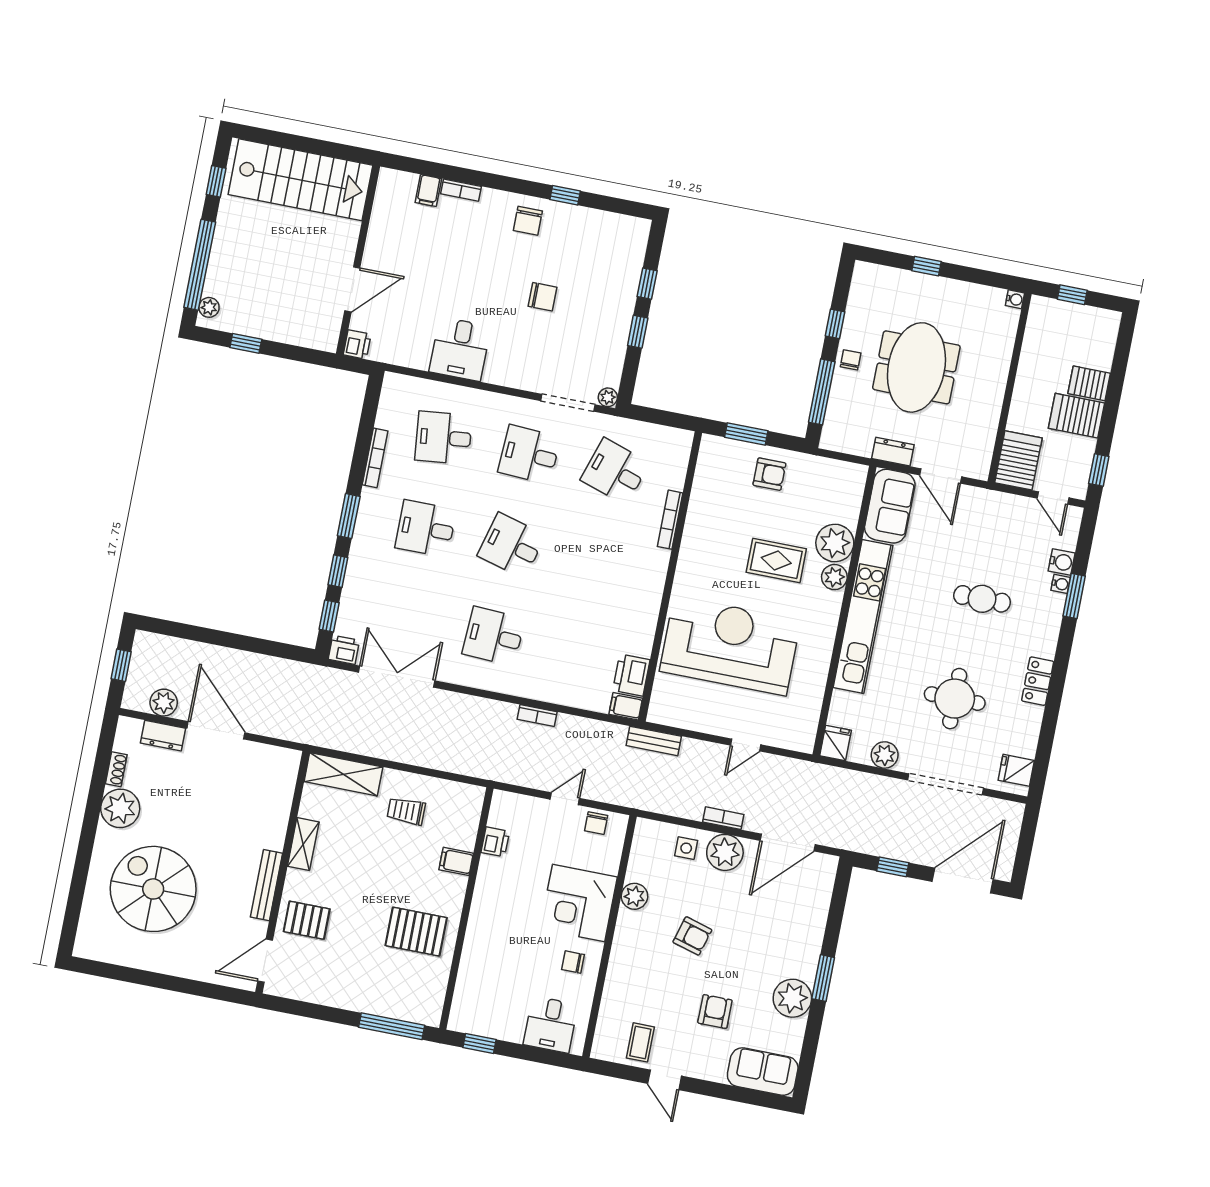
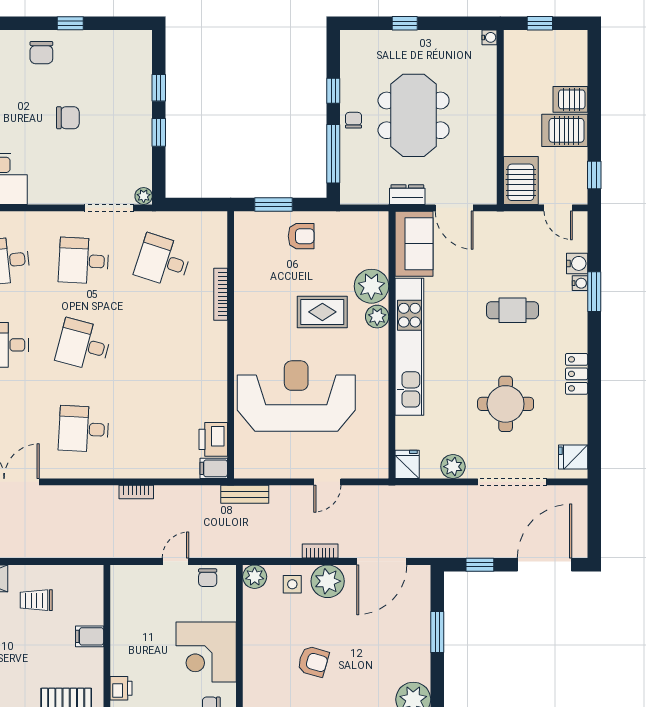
printer: (495, 842) -> (121, 688), moved
plant: (634, 896) -> (255, 577), moved
window: (823, 978) -> (437, 632), moved

